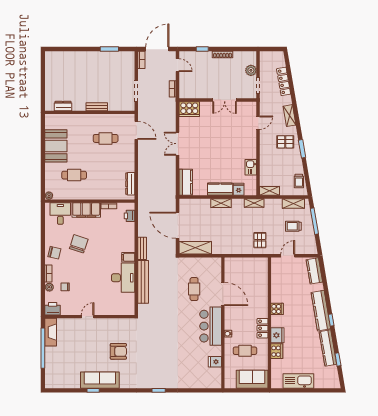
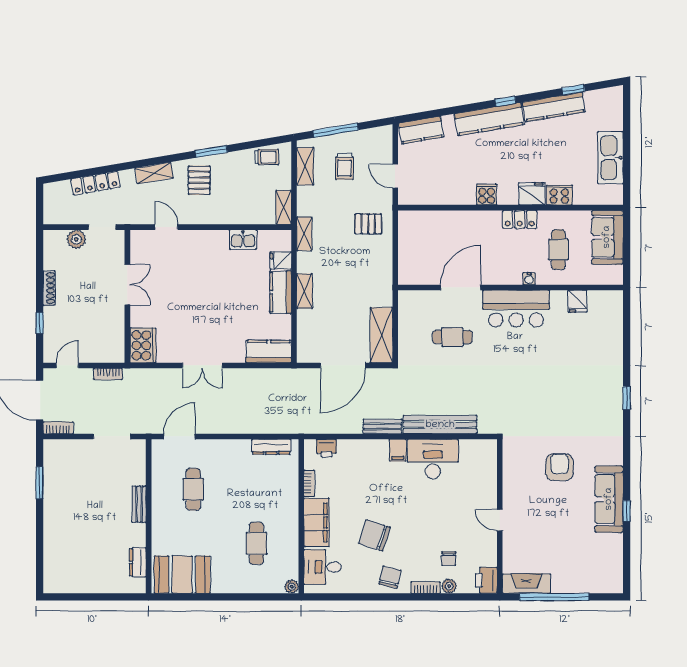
booth: (56, 146) -> (182, 575), moved

